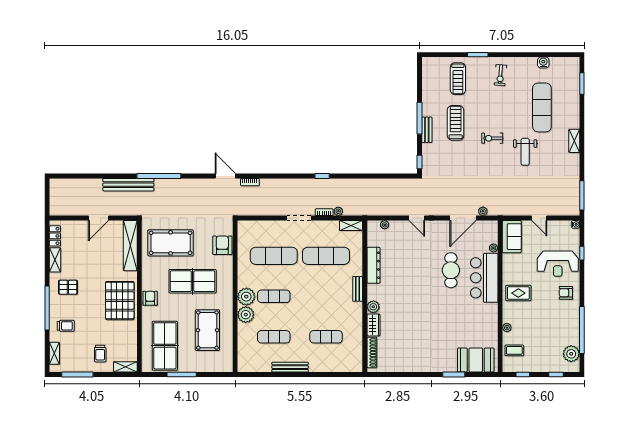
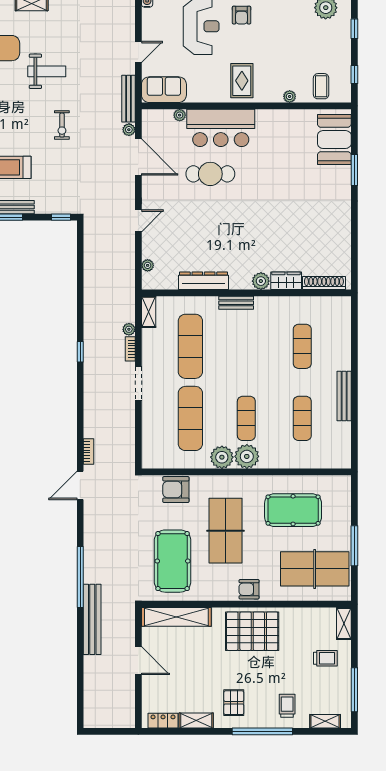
exercise bike: (492, 138) -> (62, 125), moved
bench: (505, 211) -> (128, 99), added
plant: (246, 315) -> (222, 457), moved

